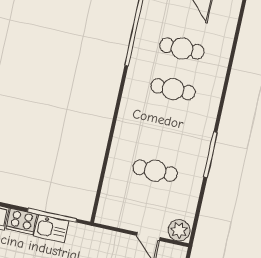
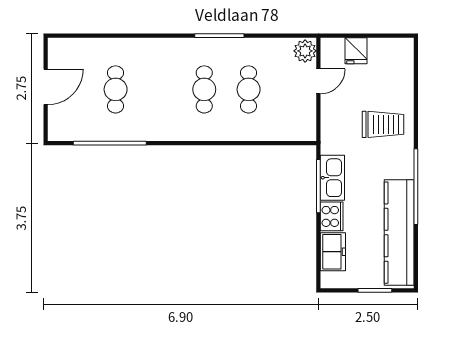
cafe table: (173, 89) -> (204, 89), moved
kitchen sink: (51, 229) -> (332, 178), width x1.38

